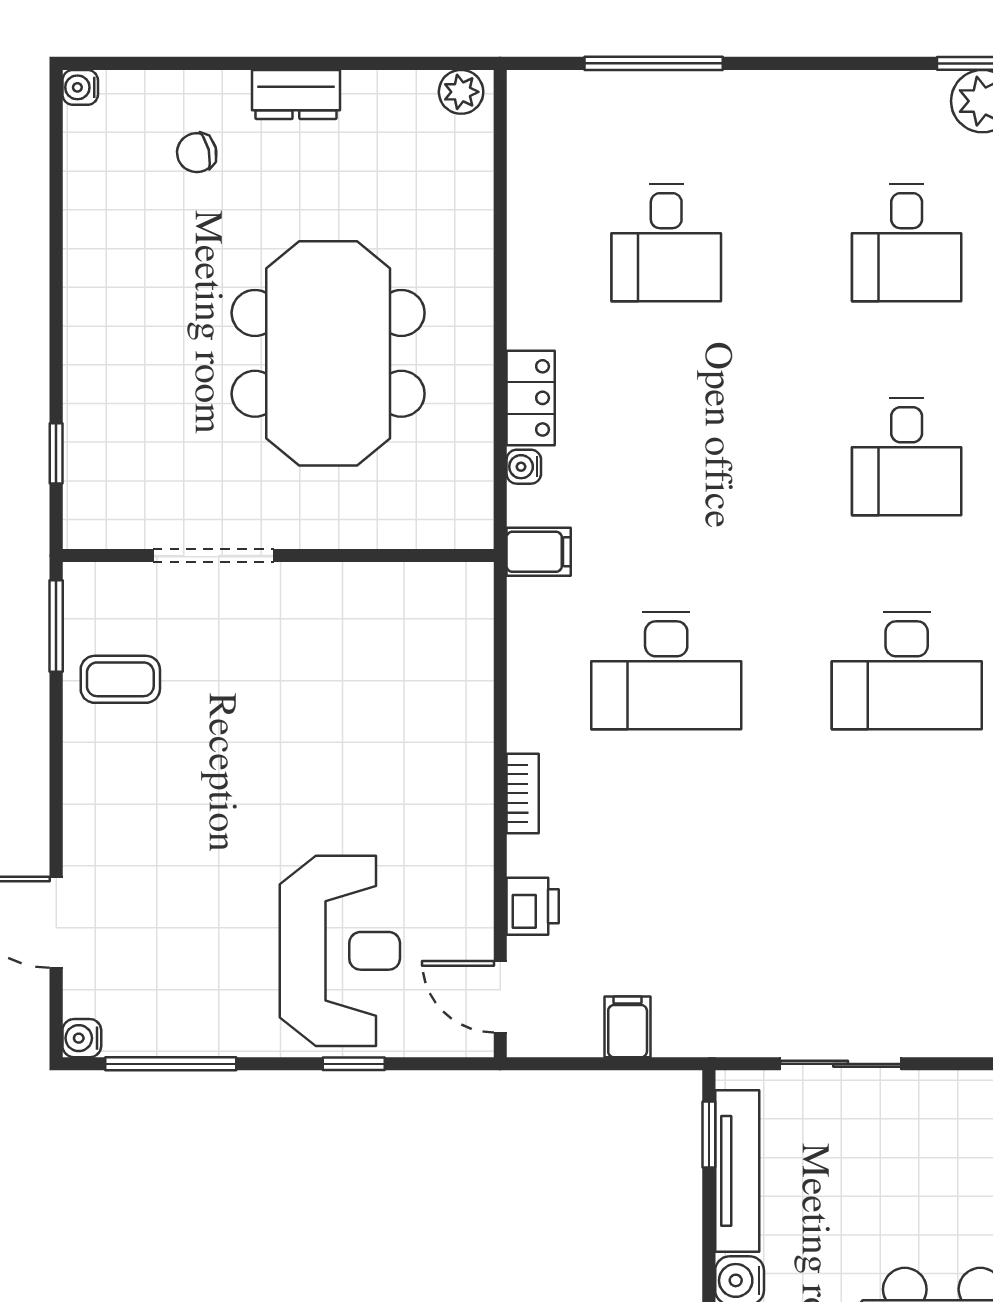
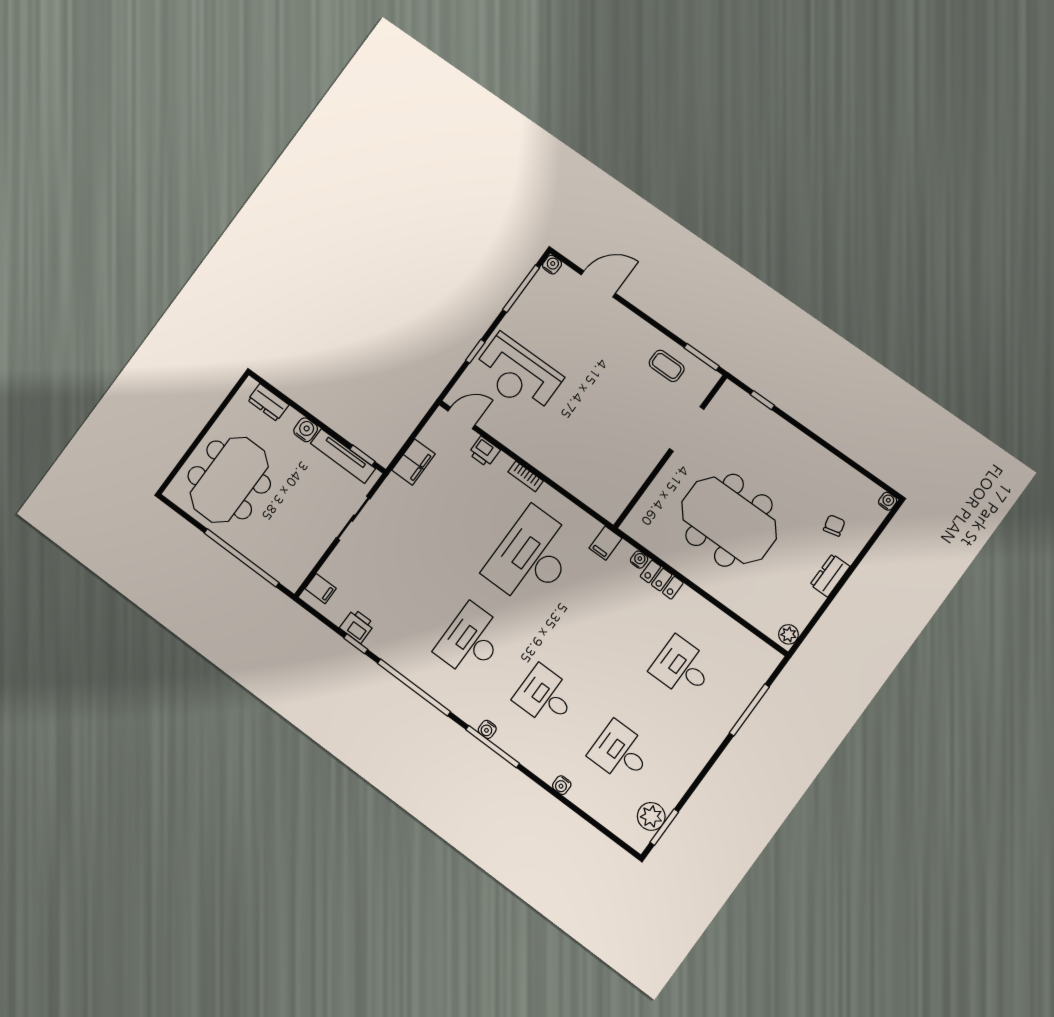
desk: (666, 671) -> (532, 557), width x1.36, depth x1.30
coffee table: (120, 679) -> (667, 366), turned 90
filing cabinet: (628, 1027) -> (413, 462), width x2.00

